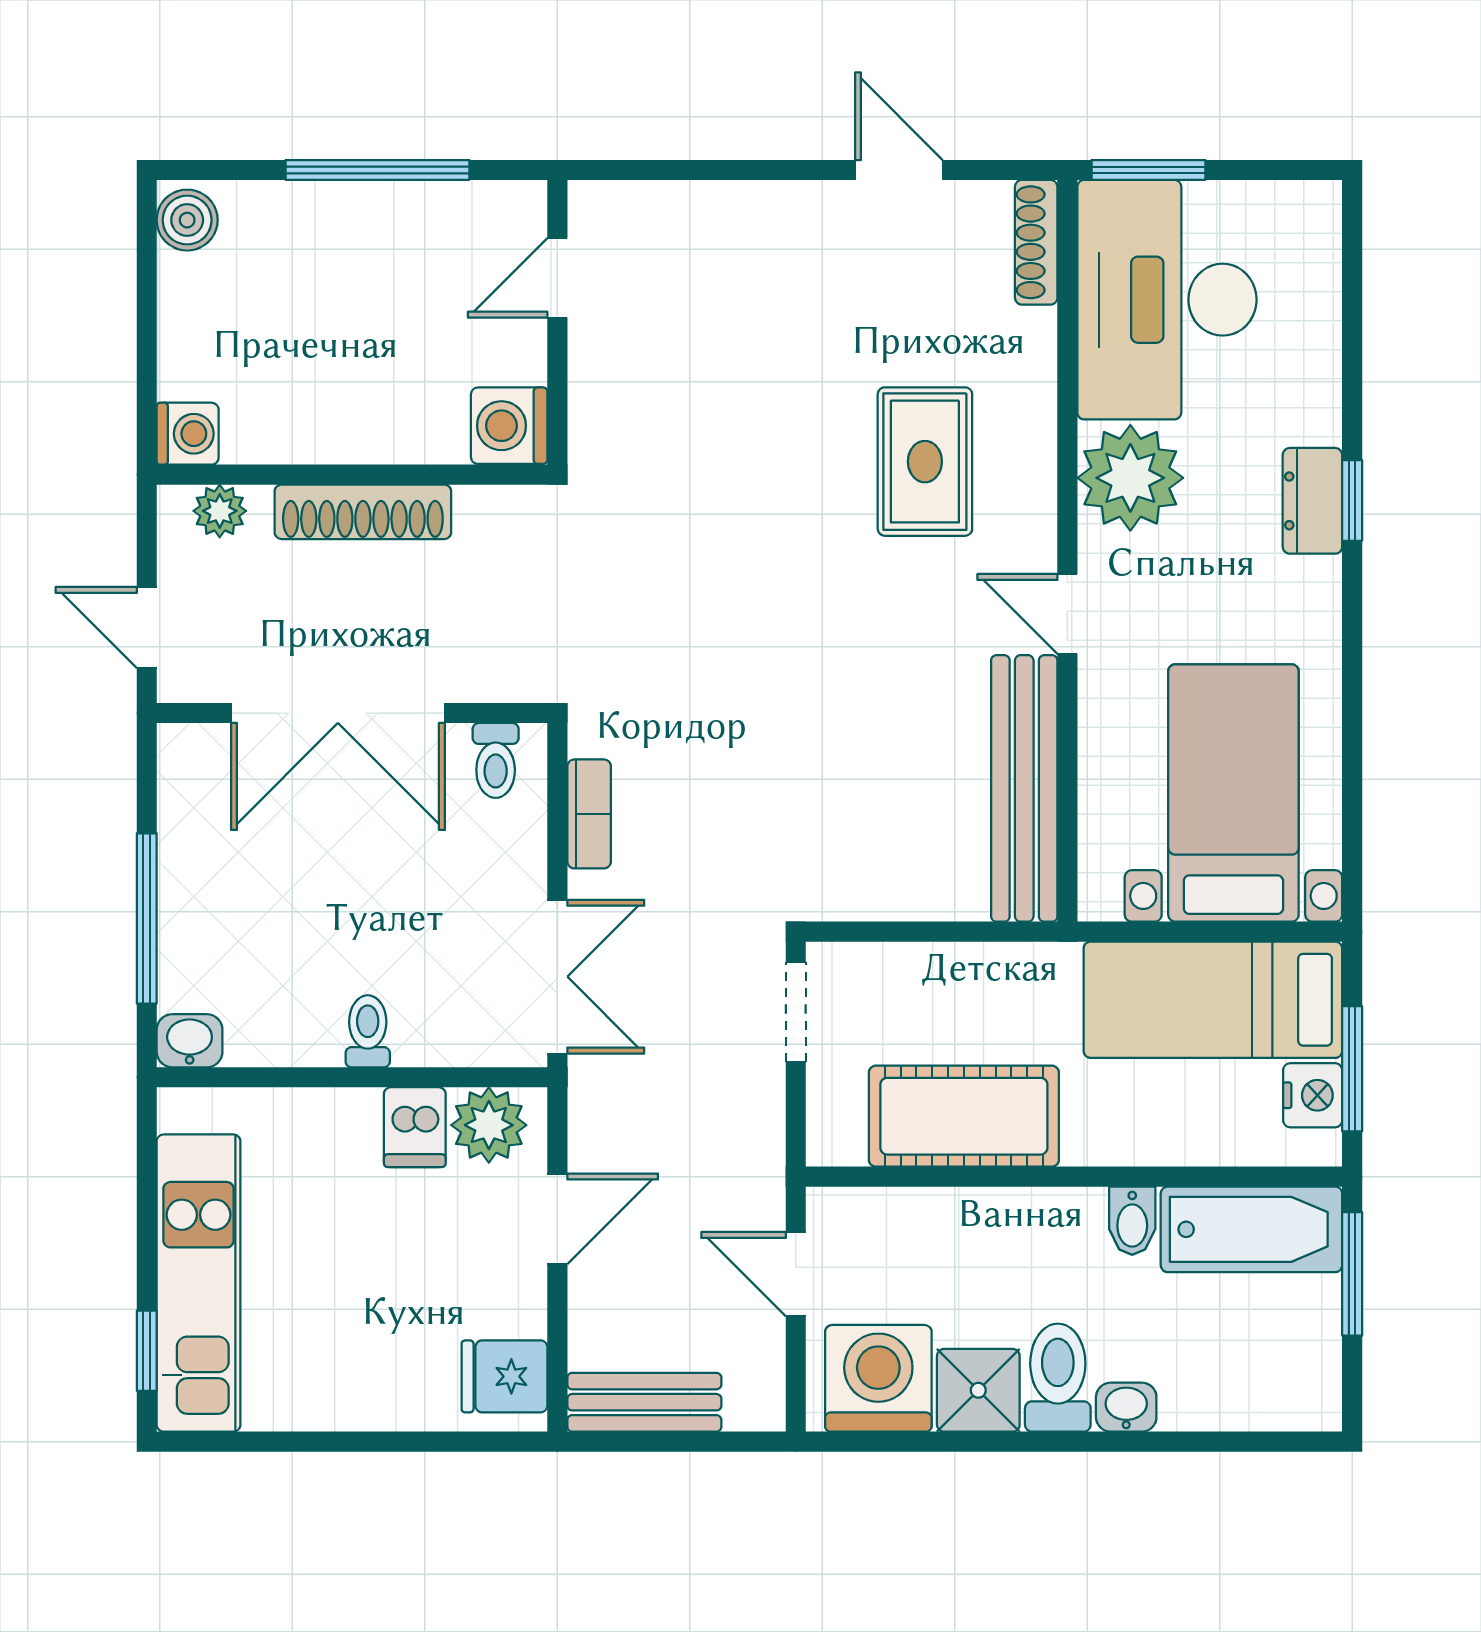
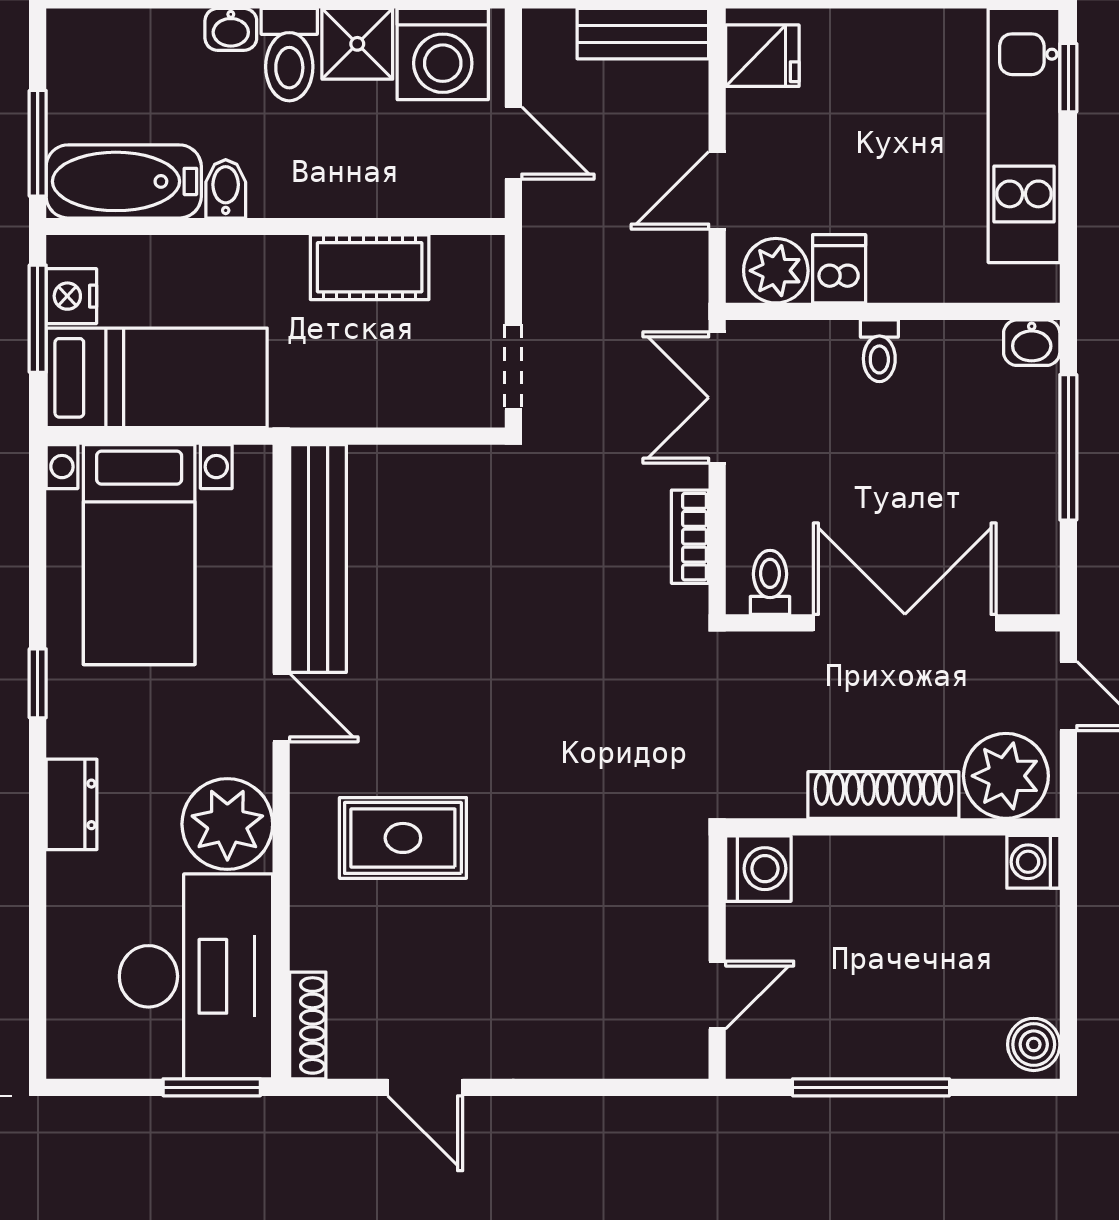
rug: (925, 462) -> (403, 838), turned 90
window: (1352, 500) -> (38, 683), moved
plant: (220, 511) -> (1006, 776), width x1.88, depth x1.88
cot: (964, 1116) -> (370, 267), width x0.73, depth x0.75

